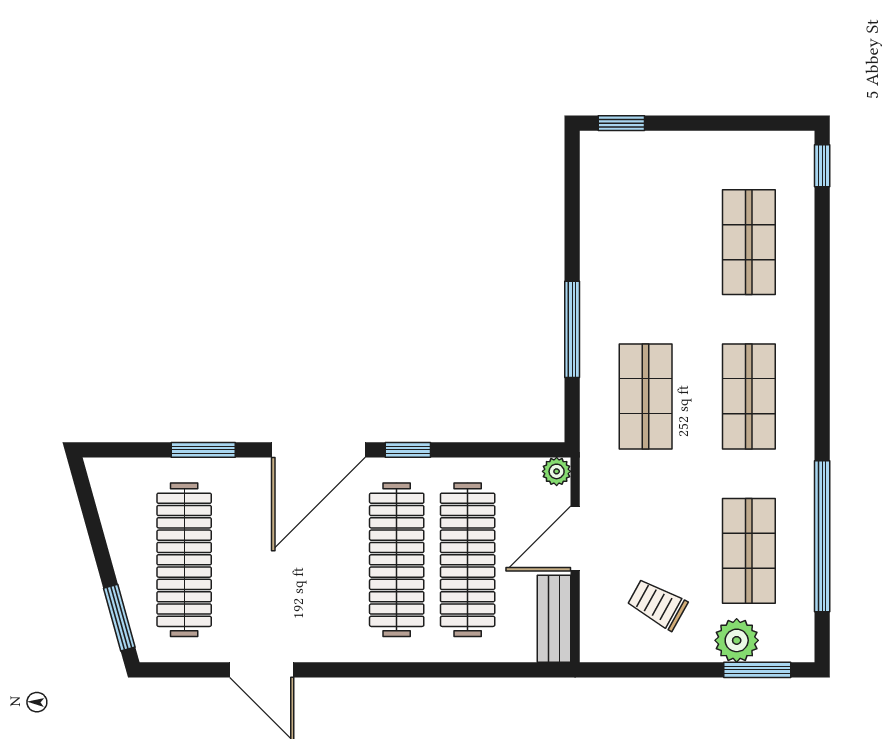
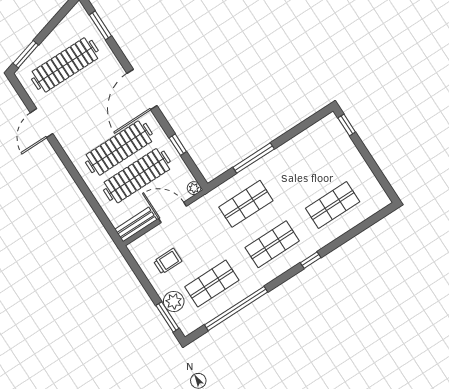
window: (822, 166) -> (311, 260), moved
window: (203, 450) -> (100, 25), moved
door: (318, 450) -> (142, 89), hinge flipped
window: (408, 450) -> (178, 145), moved
trolley: (657, 604) -> (168, 261), turned 61

